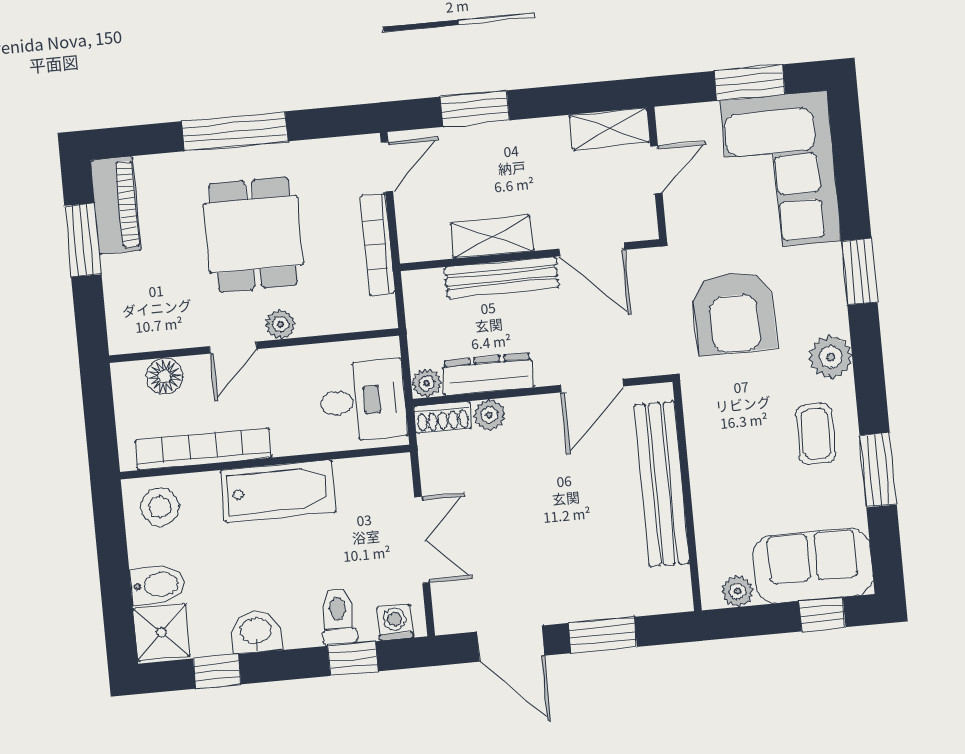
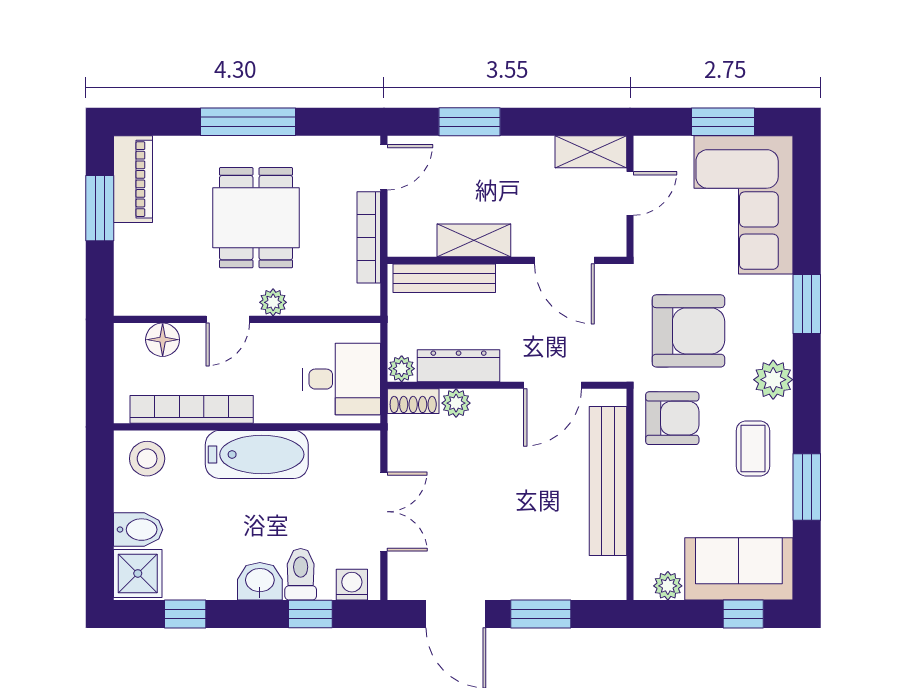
bench: (502, 277) -> (444, 278), moved
armchair: (734, 313) -> (688, 331), turned -89
armchair: (725, 409) -> (672, 418), added
washbasin: (256, 632) -> (260, 581), moved

